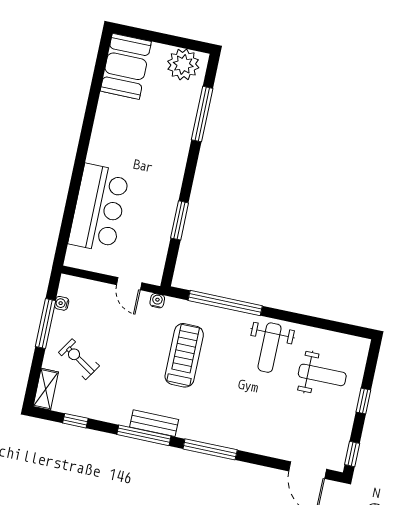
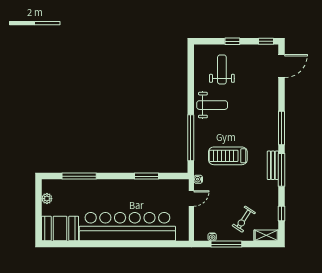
plant: (183, 64) -> (47, 199), width x0.53, depth x0.53
bar counter: (99, 208) -> (127, 227), width x1.86

